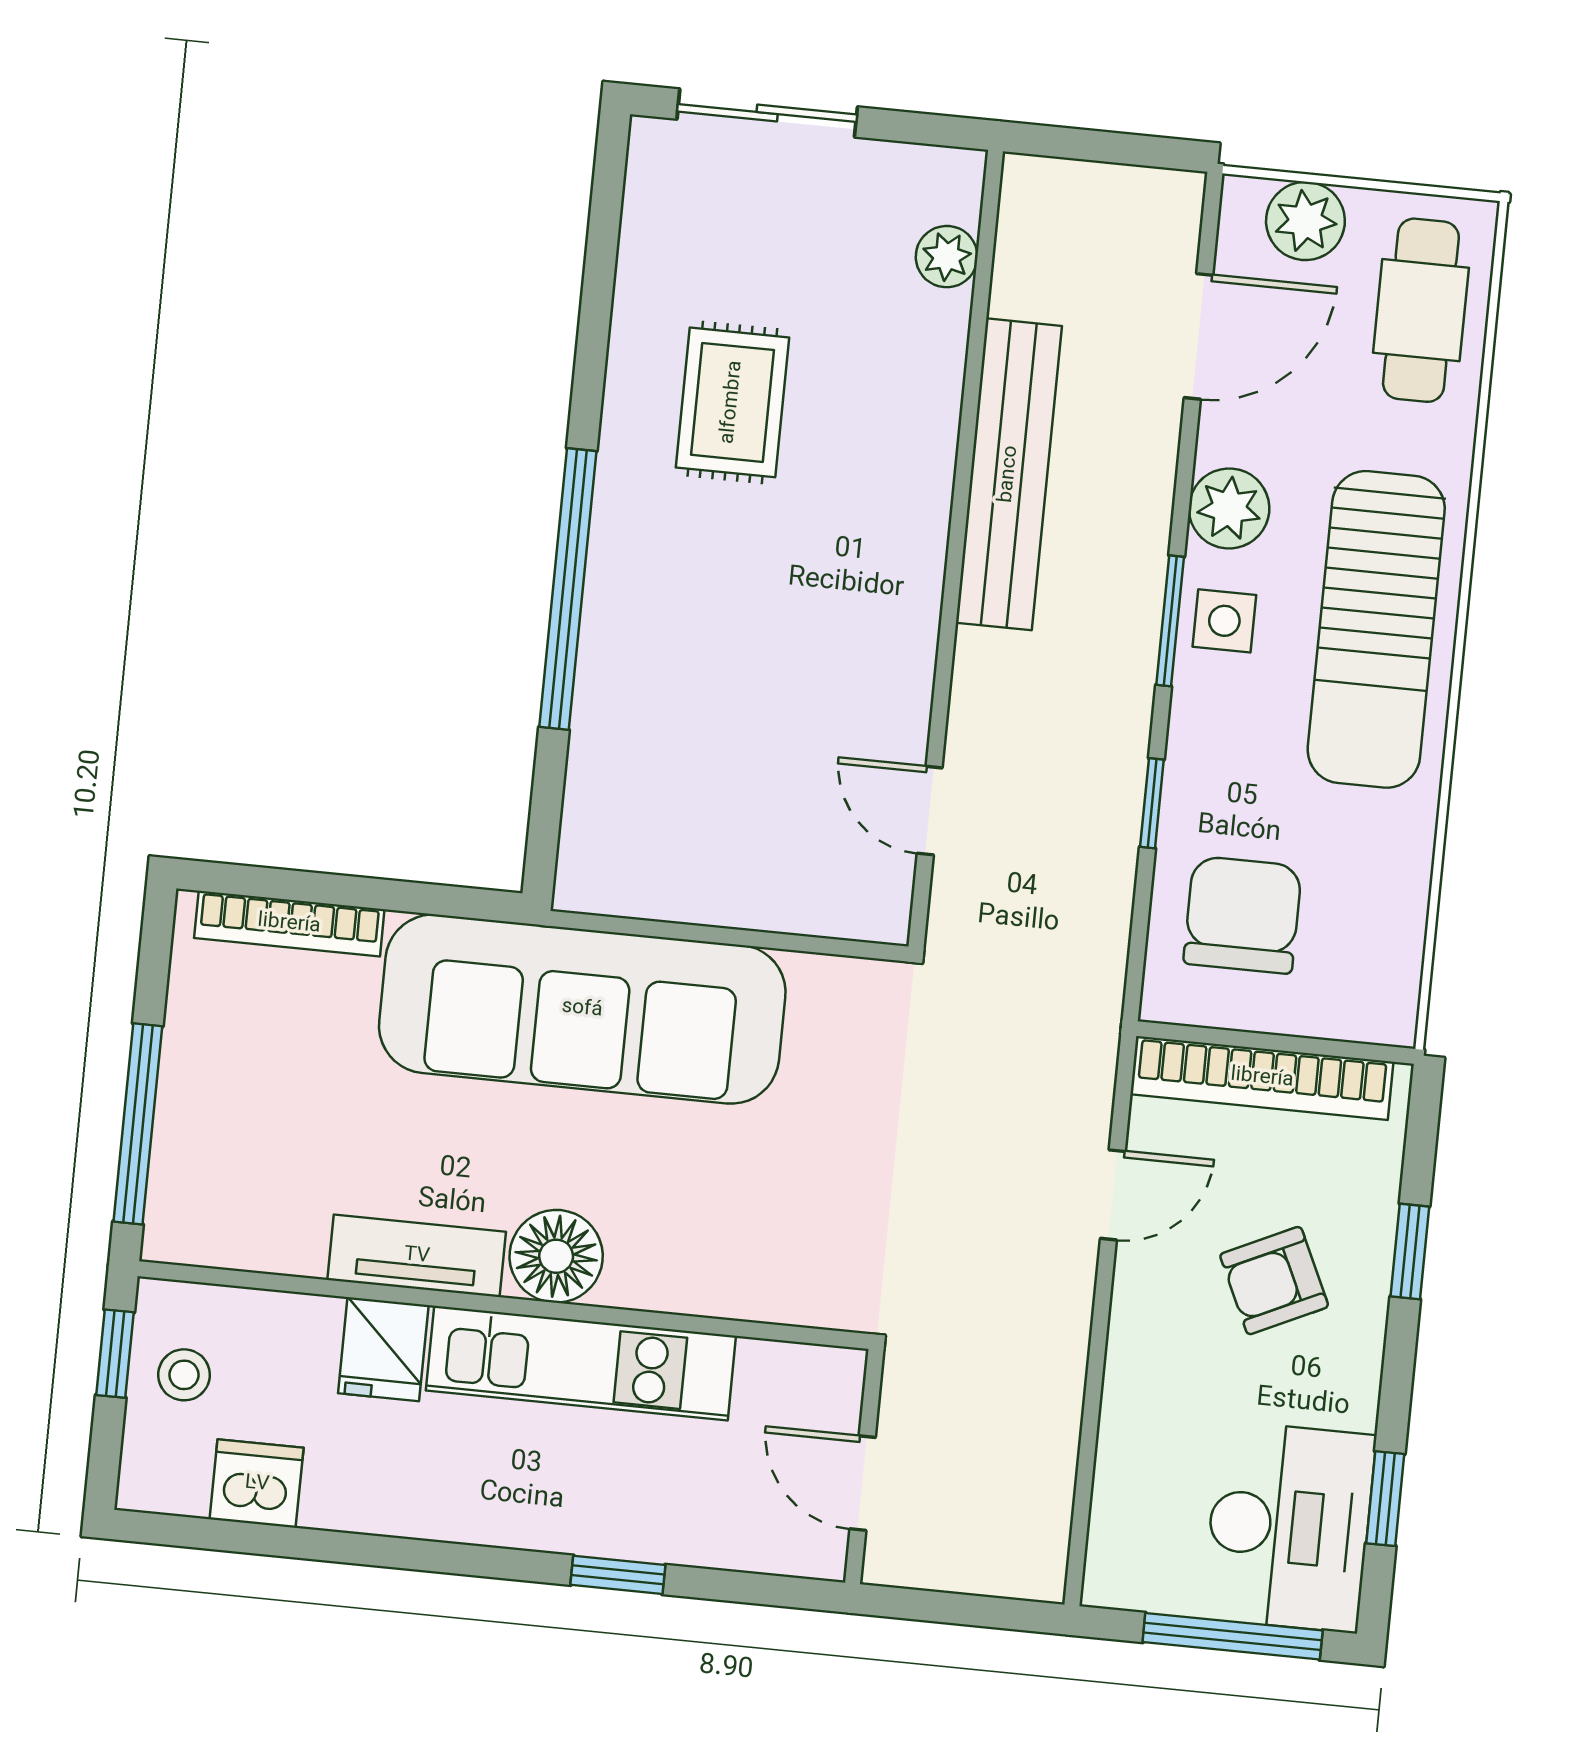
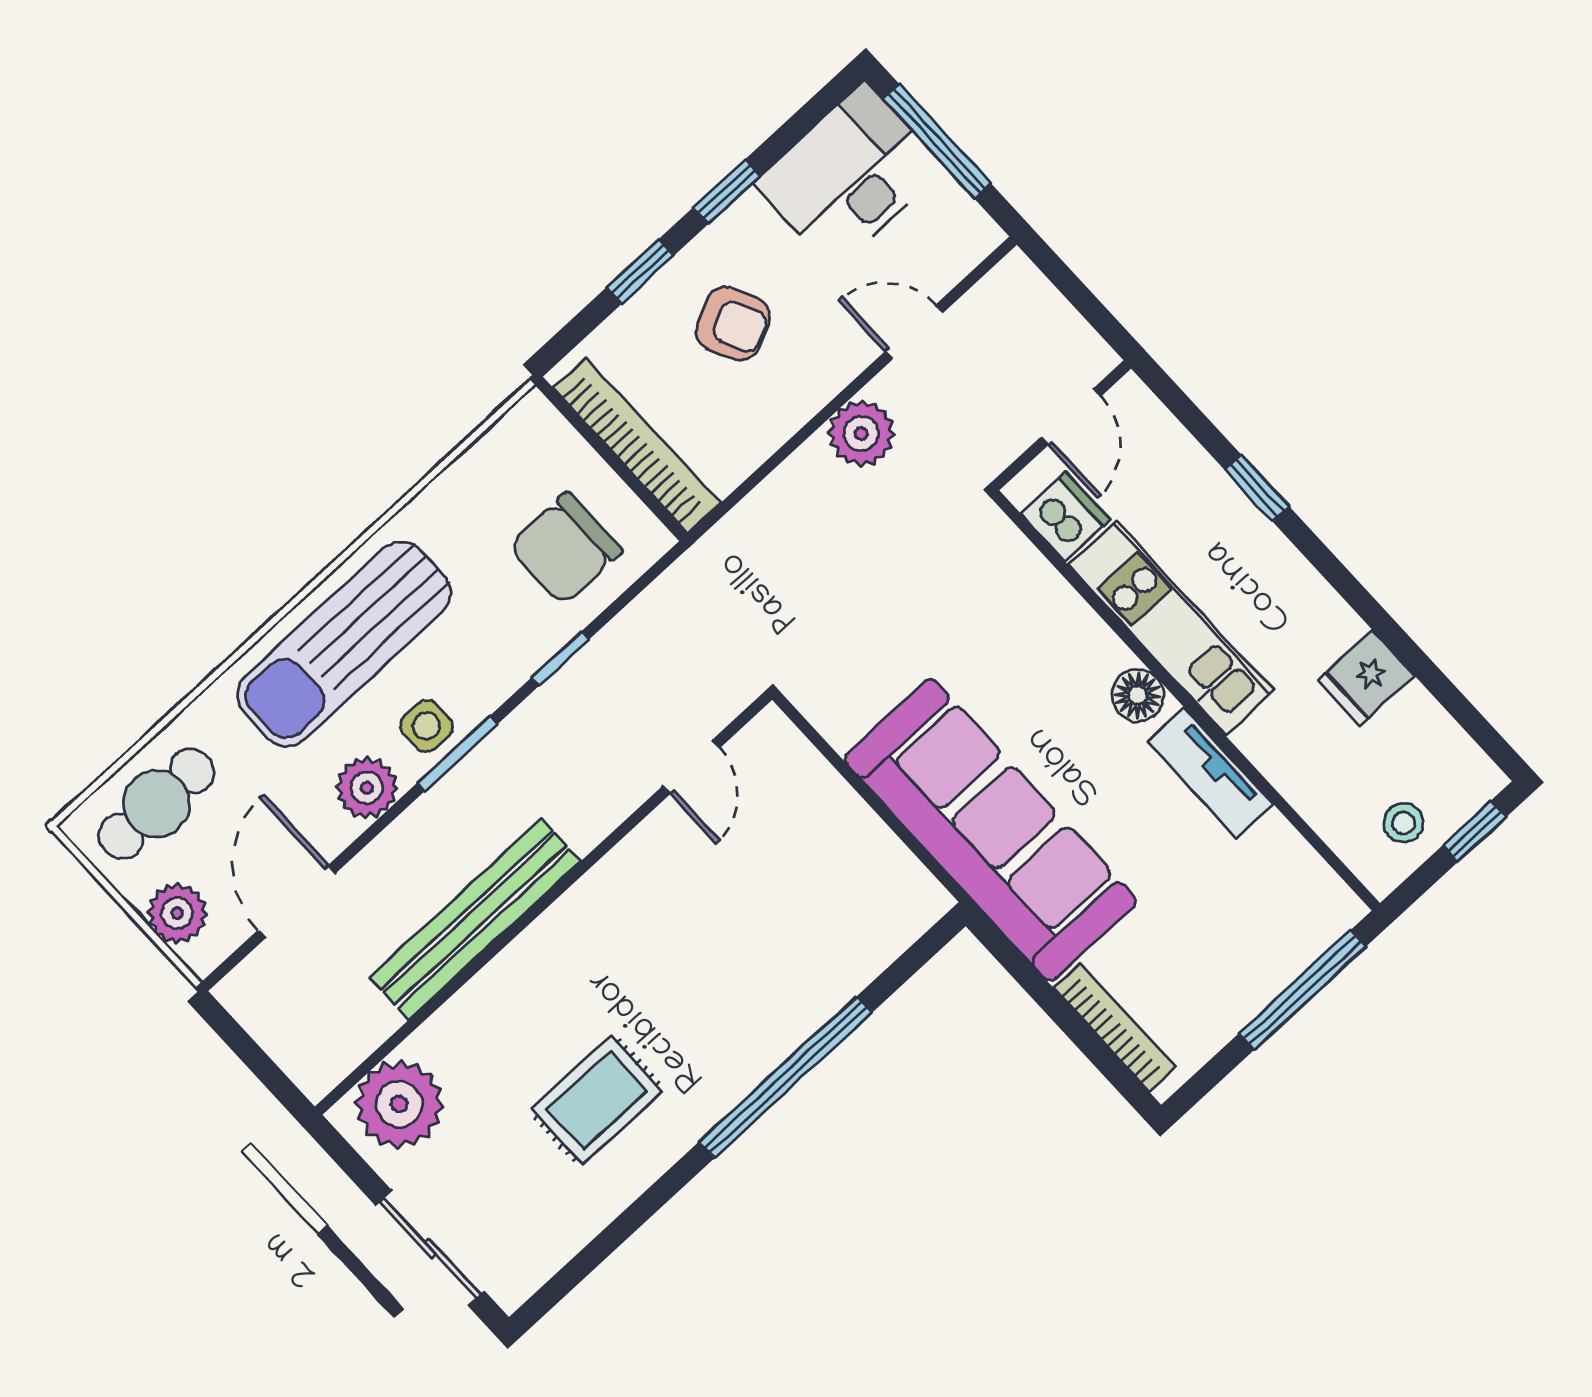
plant: (947, 257) -> (399, 1104), width x1.88, depth x1.88
door: (1199, 336) -> (297, 902), hinge flipped
sun lounger: (1376, 629) -> (344, 644), turned 180
door: (1113, 1195) -> (914, 332), moved
floor lamp: (556, 1256) -> (1138, 695), width x0.73, depth x0.73
plant: (1053, 1285) -> (861, 433), added
fridge: (383, 1349) -> (1366, 678), moved, turned 180
window: (115, 1354) -> (1475, 831), moved
dishwasher: (257, 1484) -> (1066, 517), moved, turned 180
window: (1385, 1499) -> (727, 192), moved

